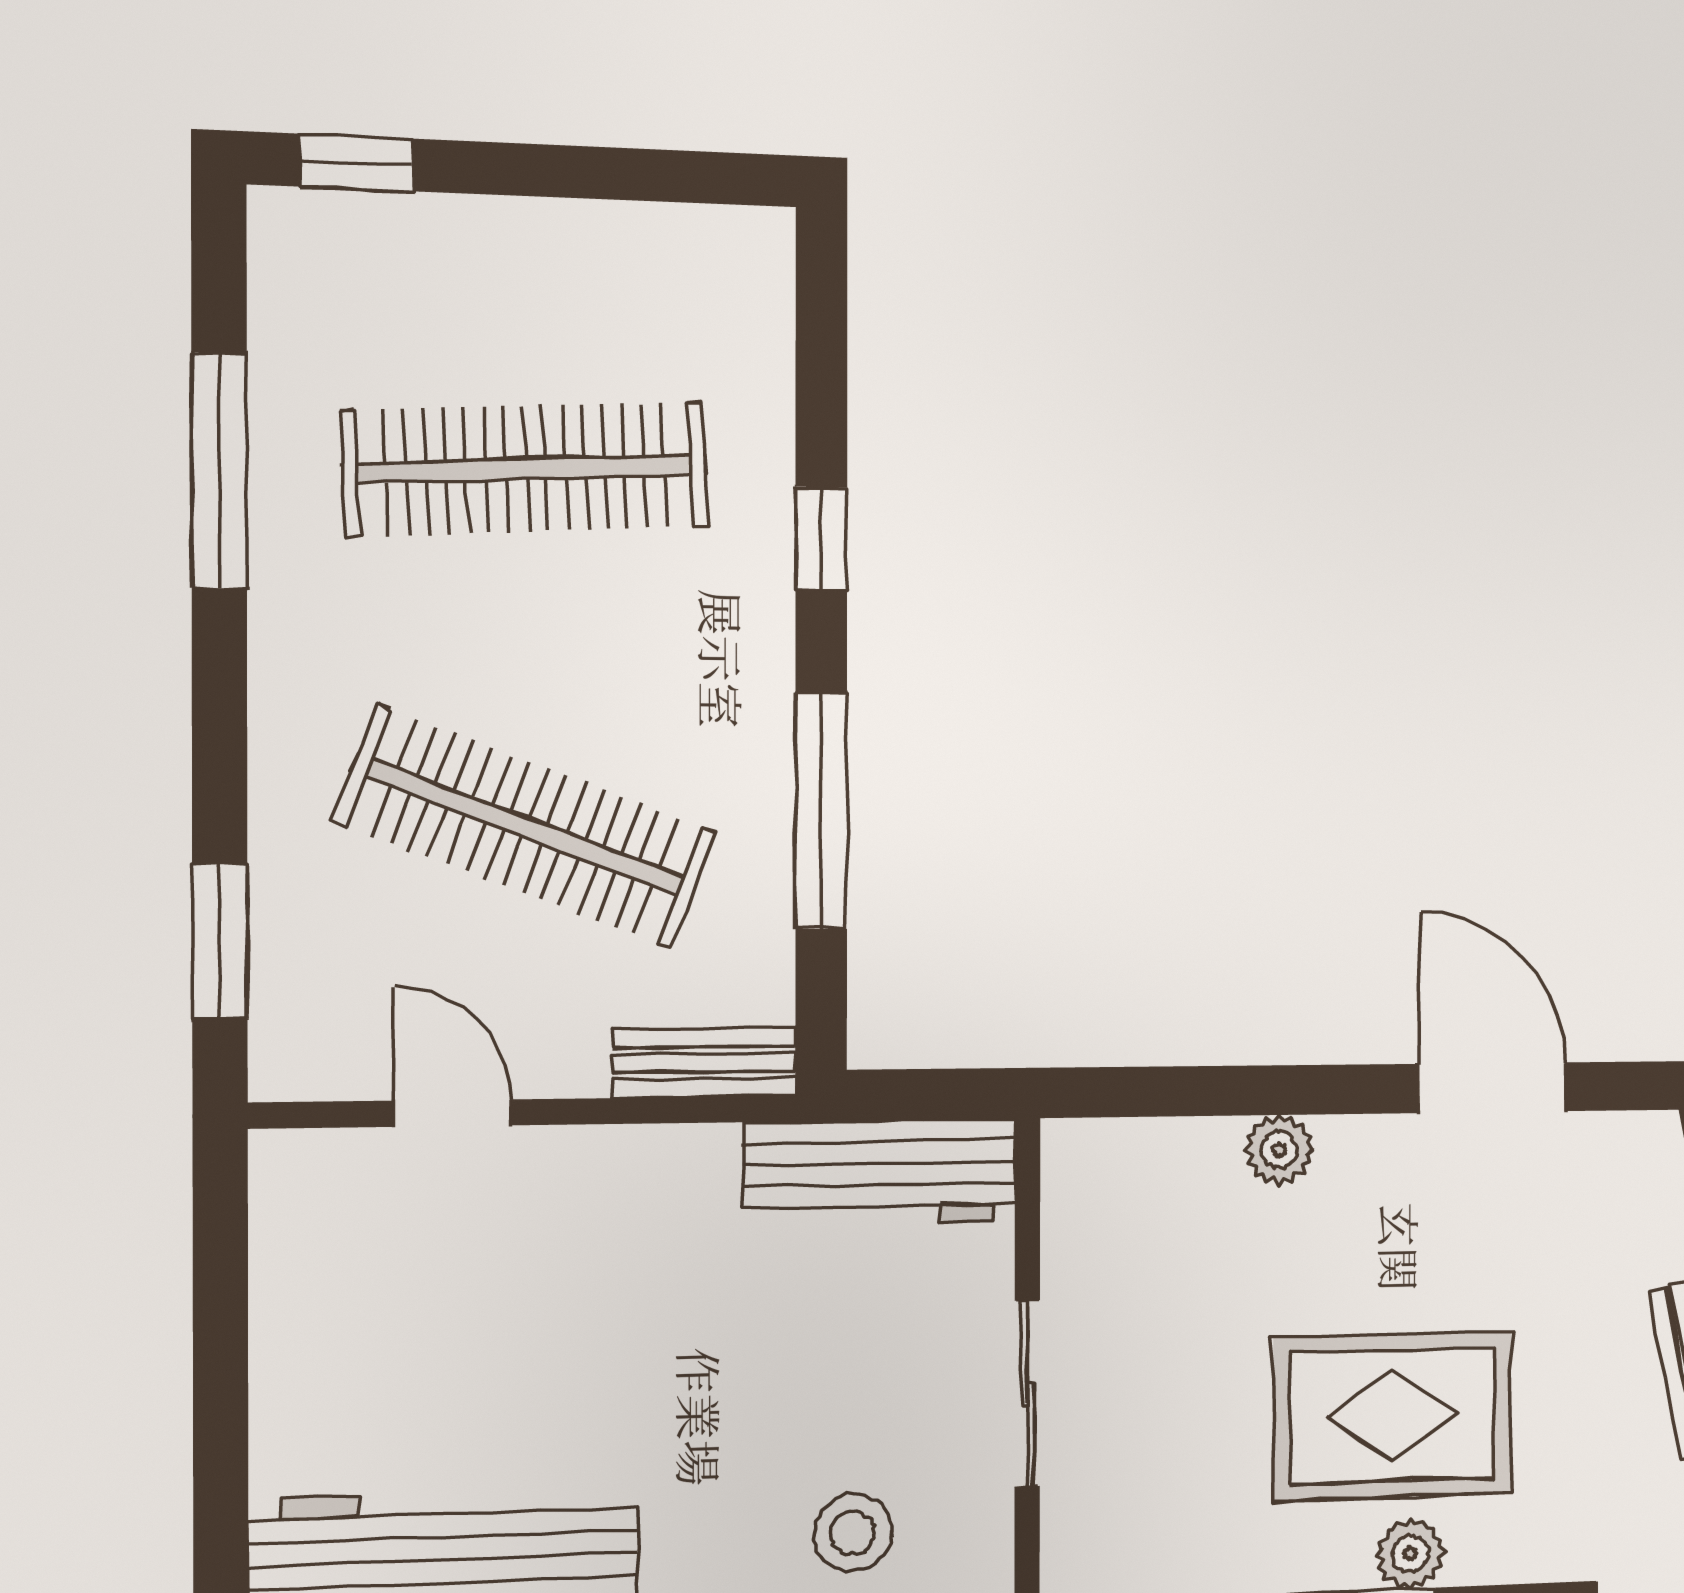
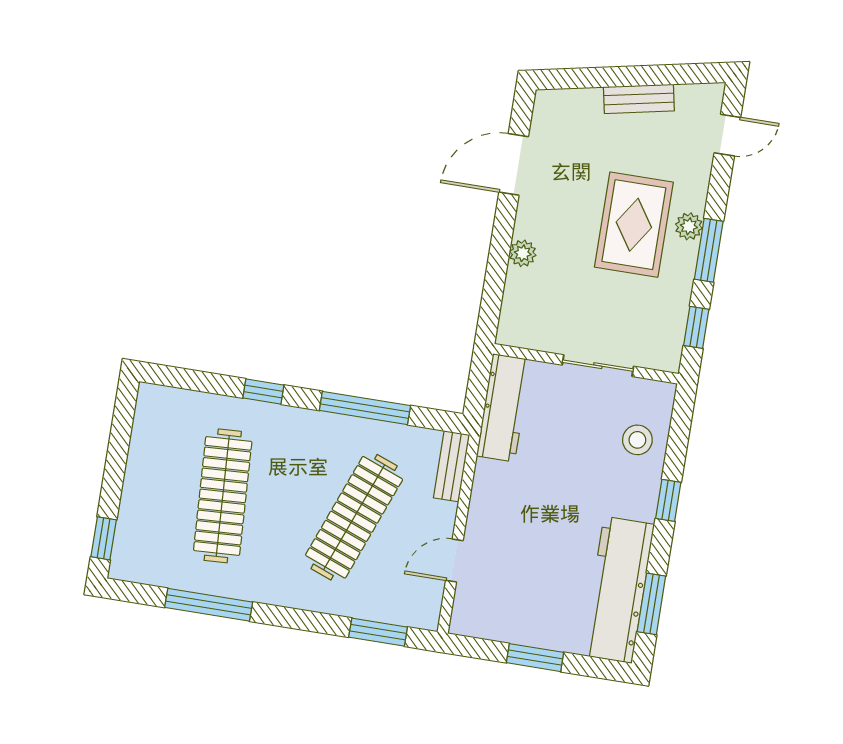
window: (221, 1376) -> (535, 658), added

